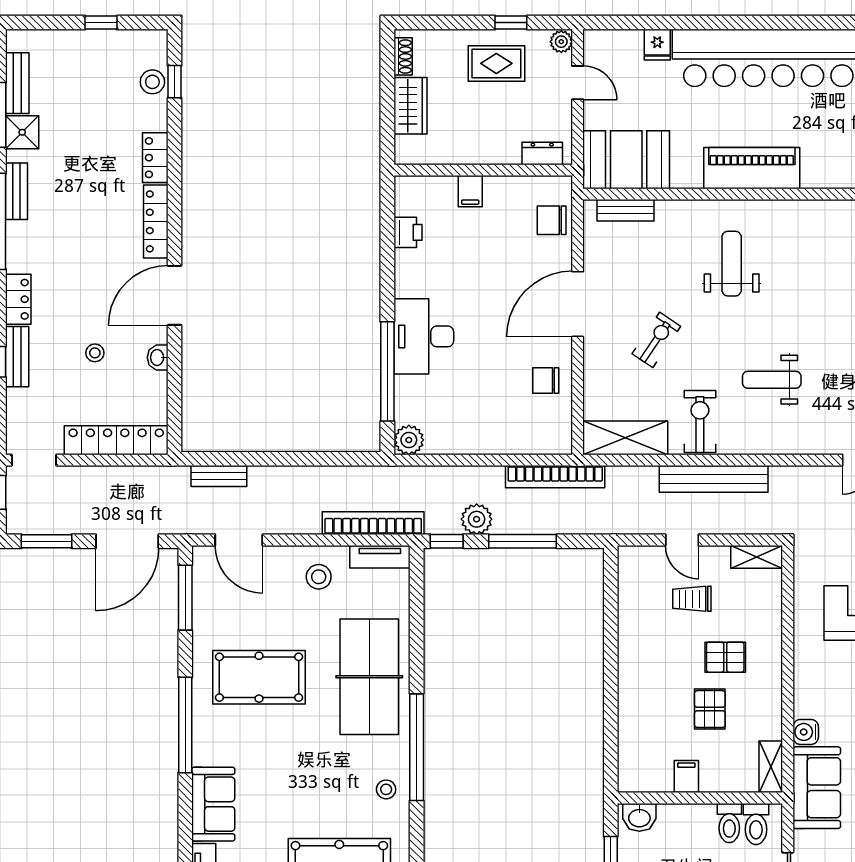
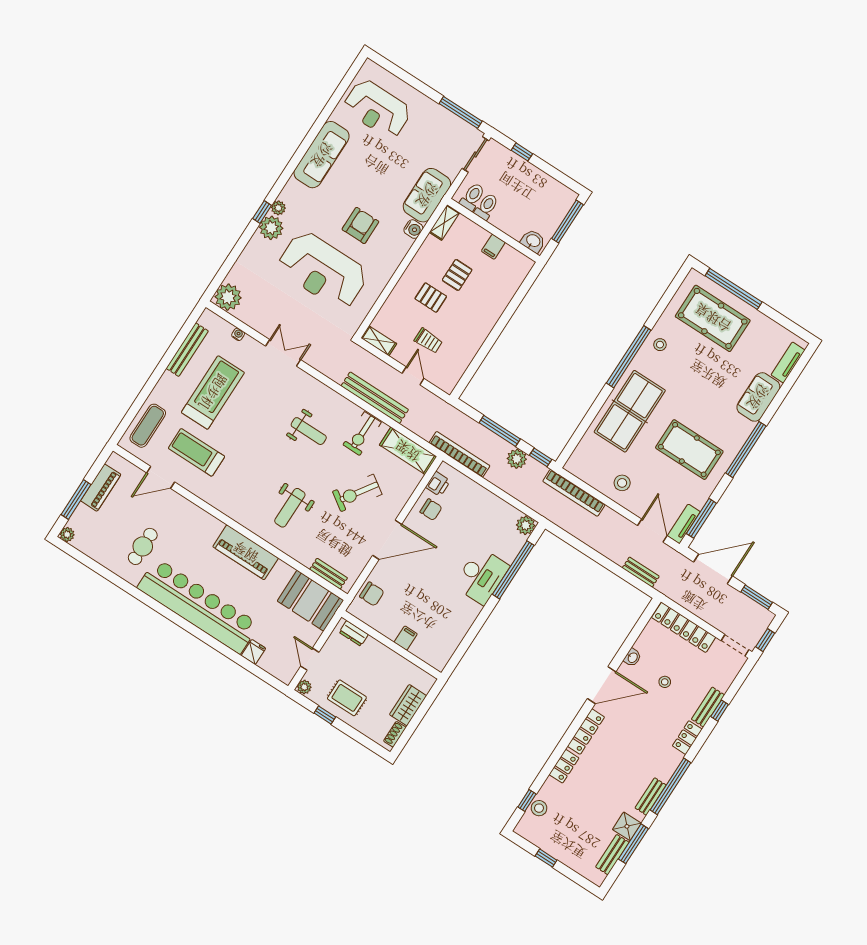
printer: (408, 232) -> (438, 484), moved, turned 180
exercise bike: (656, 340) -> (357, 493), width x1.38, depth x1.39
tv unit: (380, 557) -> (684, 524), moved, turned -90

